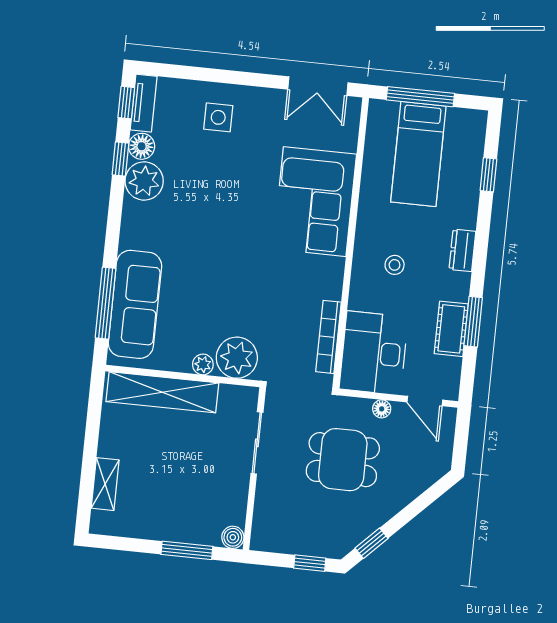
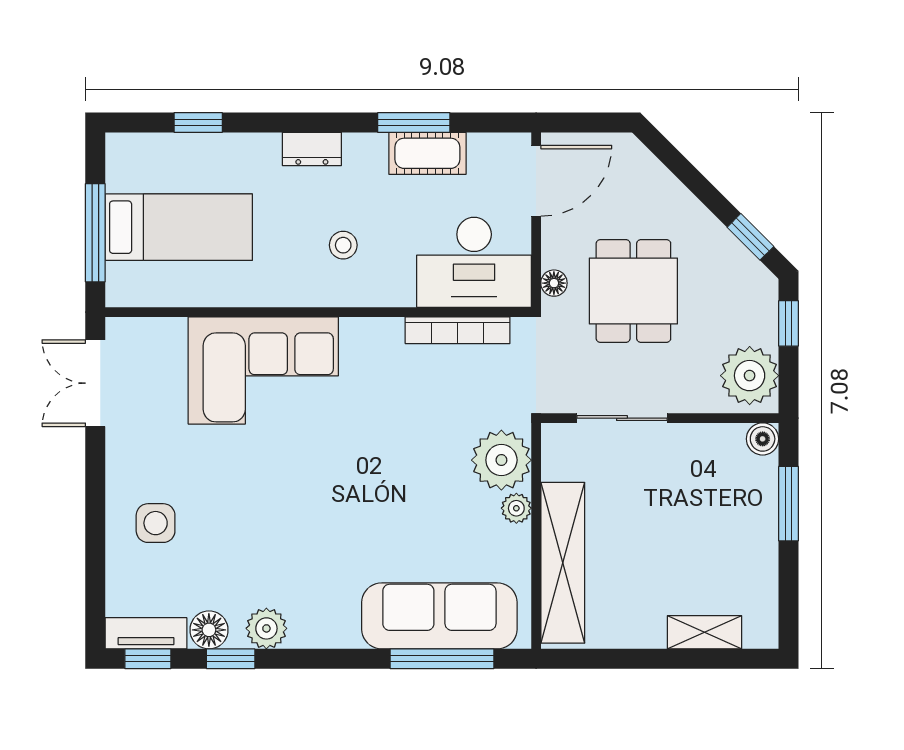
double door: (318, 86) -> (95, 383), swing flipped
plant: (144, 181) -> (266, 628), width x0.73, depth x0.73
door: (425, 401) -> (536, 181), width x1.38
floor lamp: (382, 409) -> (554, 283), moved
plant: (277, 533) -> (750, 376), added

